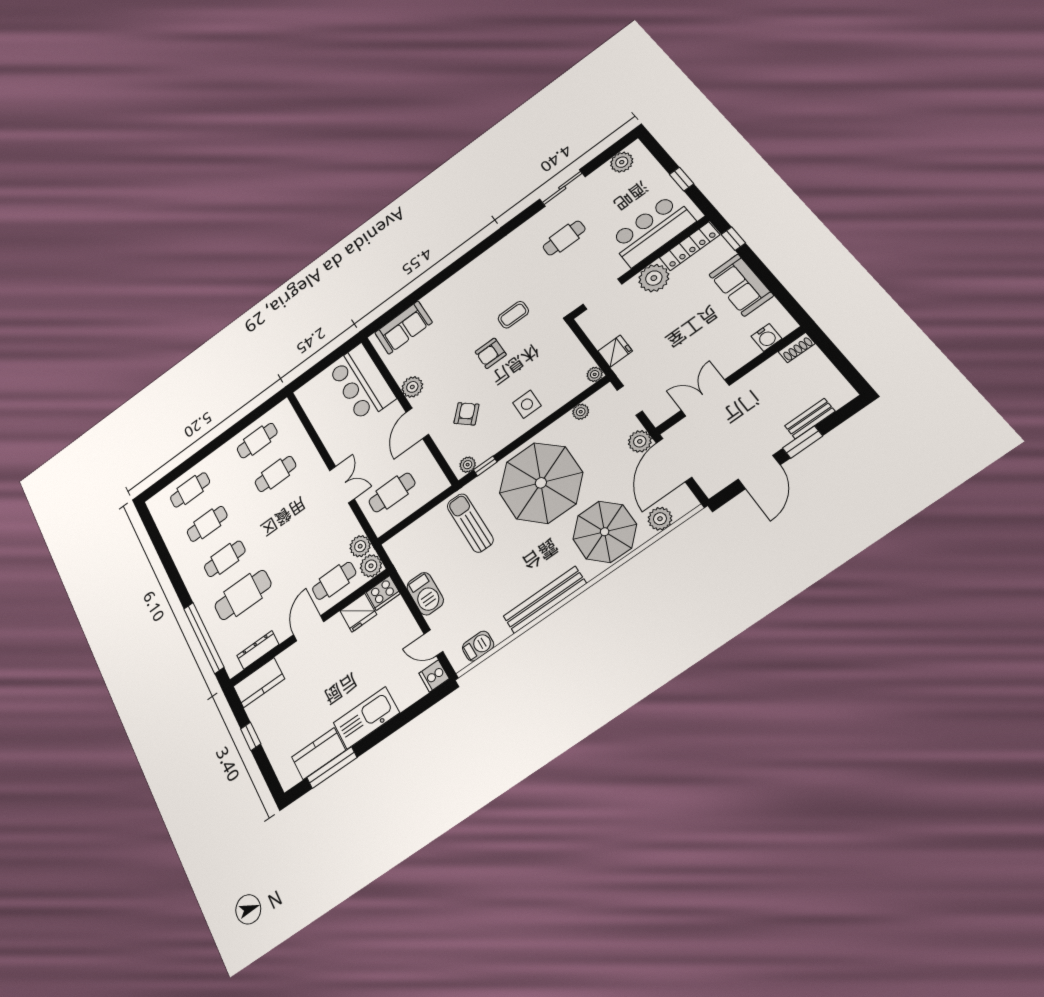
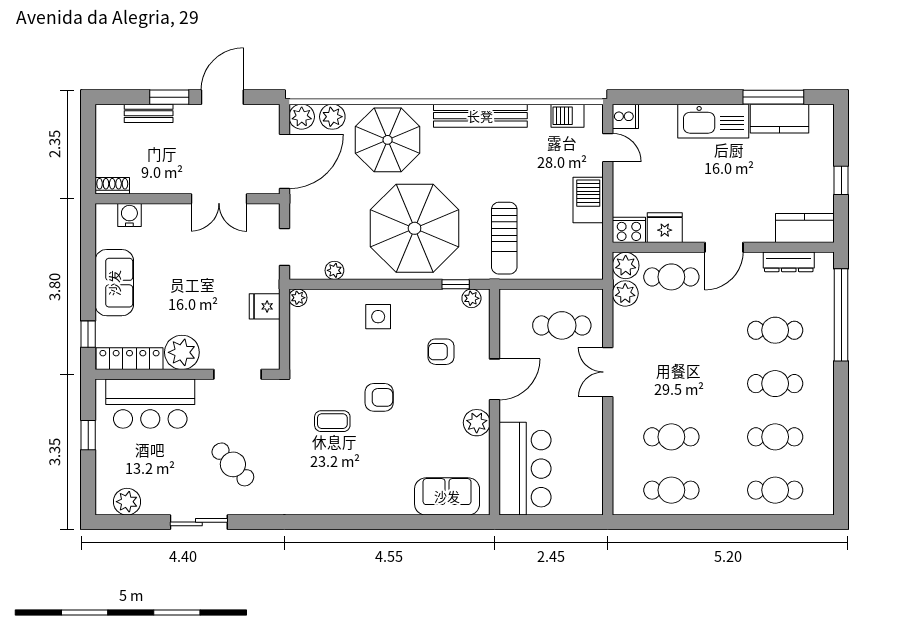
cafe table: (564, 238) -> (233, 464), turned 47
armchair: (466, 414) -> (441, 352), turned 47
plant: (640, 441) -> (302, 117), moved
cafe table: (243, 595) -> (775, 330), width x0.73, depth x0.74

